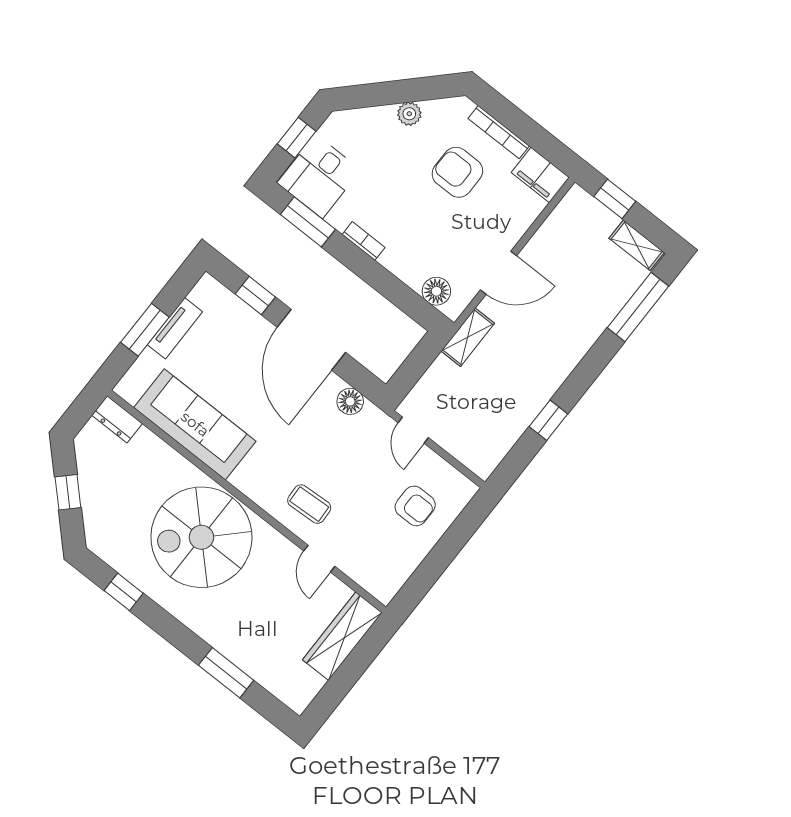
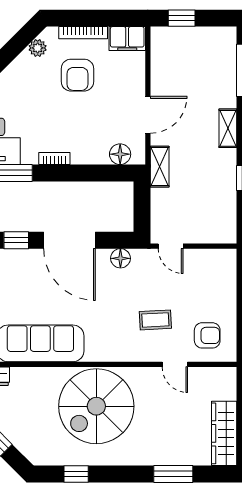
plant: (409, 114) -> (38, 48), moved
armchair: (457, 172) -> (77, 75), turned -90
shelving: (637, 245) -> (228, 128), moved, turned 90
coffee table: (309, 504) -> (155, 320), moved
armchair: (415, 506) -> (207, 335), moved
wardrobe: (342, 636) -> (224, 433), moved

